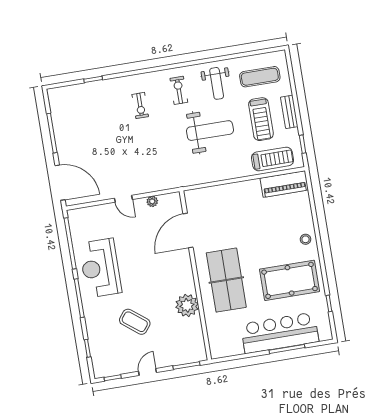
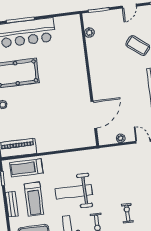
treadmill: (261, 119) -> (34, 199), turned 180
table tennis table: (226, 280) -> (65, 75), removed
plant: (187, 305) -> (89, 32), moved, width x0.53, depth x0.53

